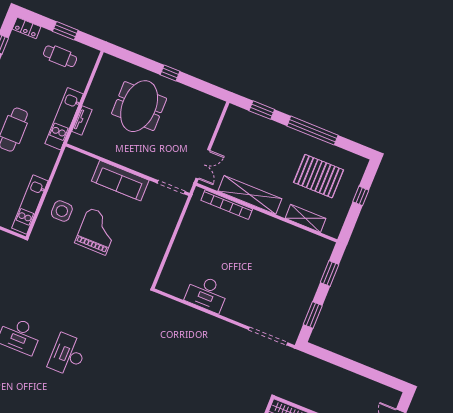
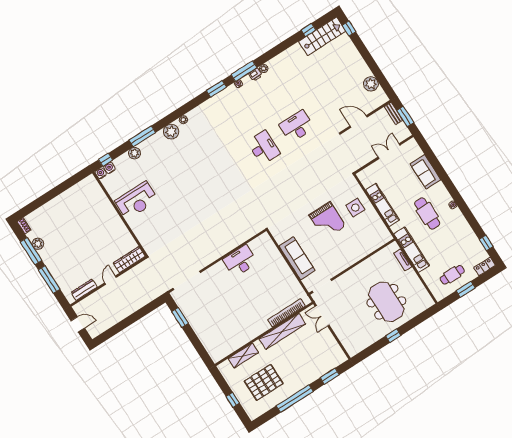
sofa: (120, 181) -> (297, 258), moved, turned 90
kitchen unit: (30, 205) -> (383, 205), moved
window: (330, 273) -> (198, 346), removed

